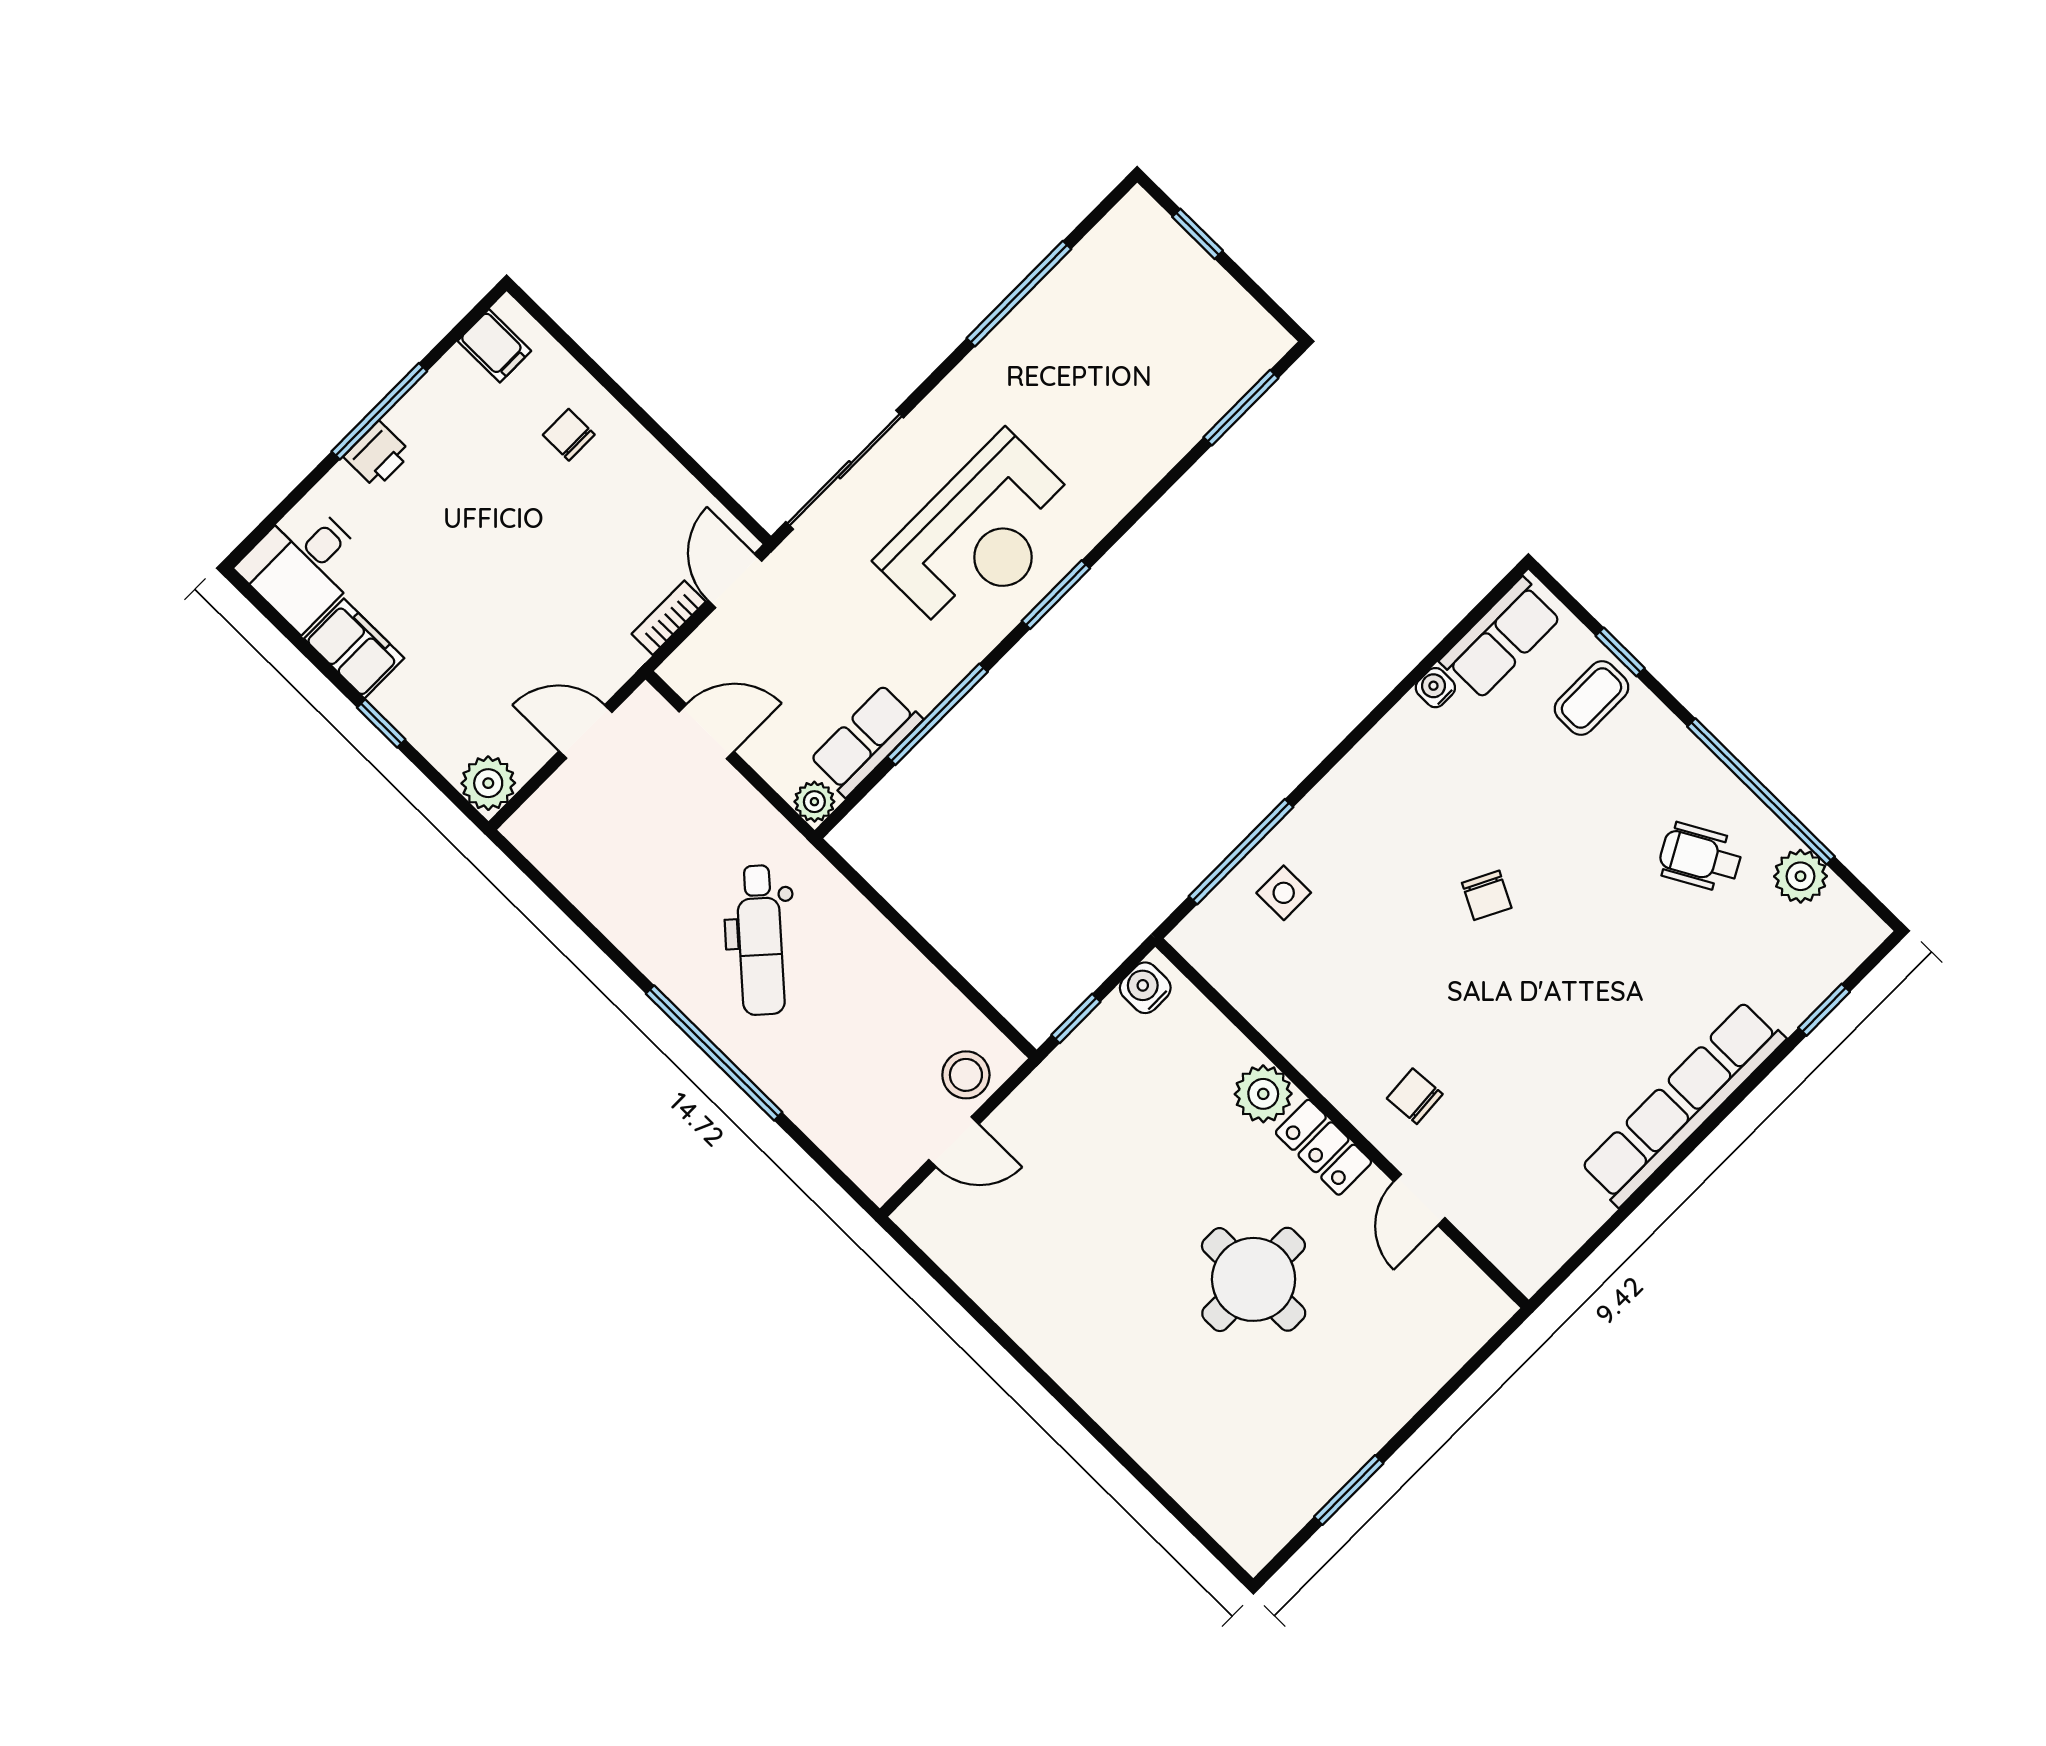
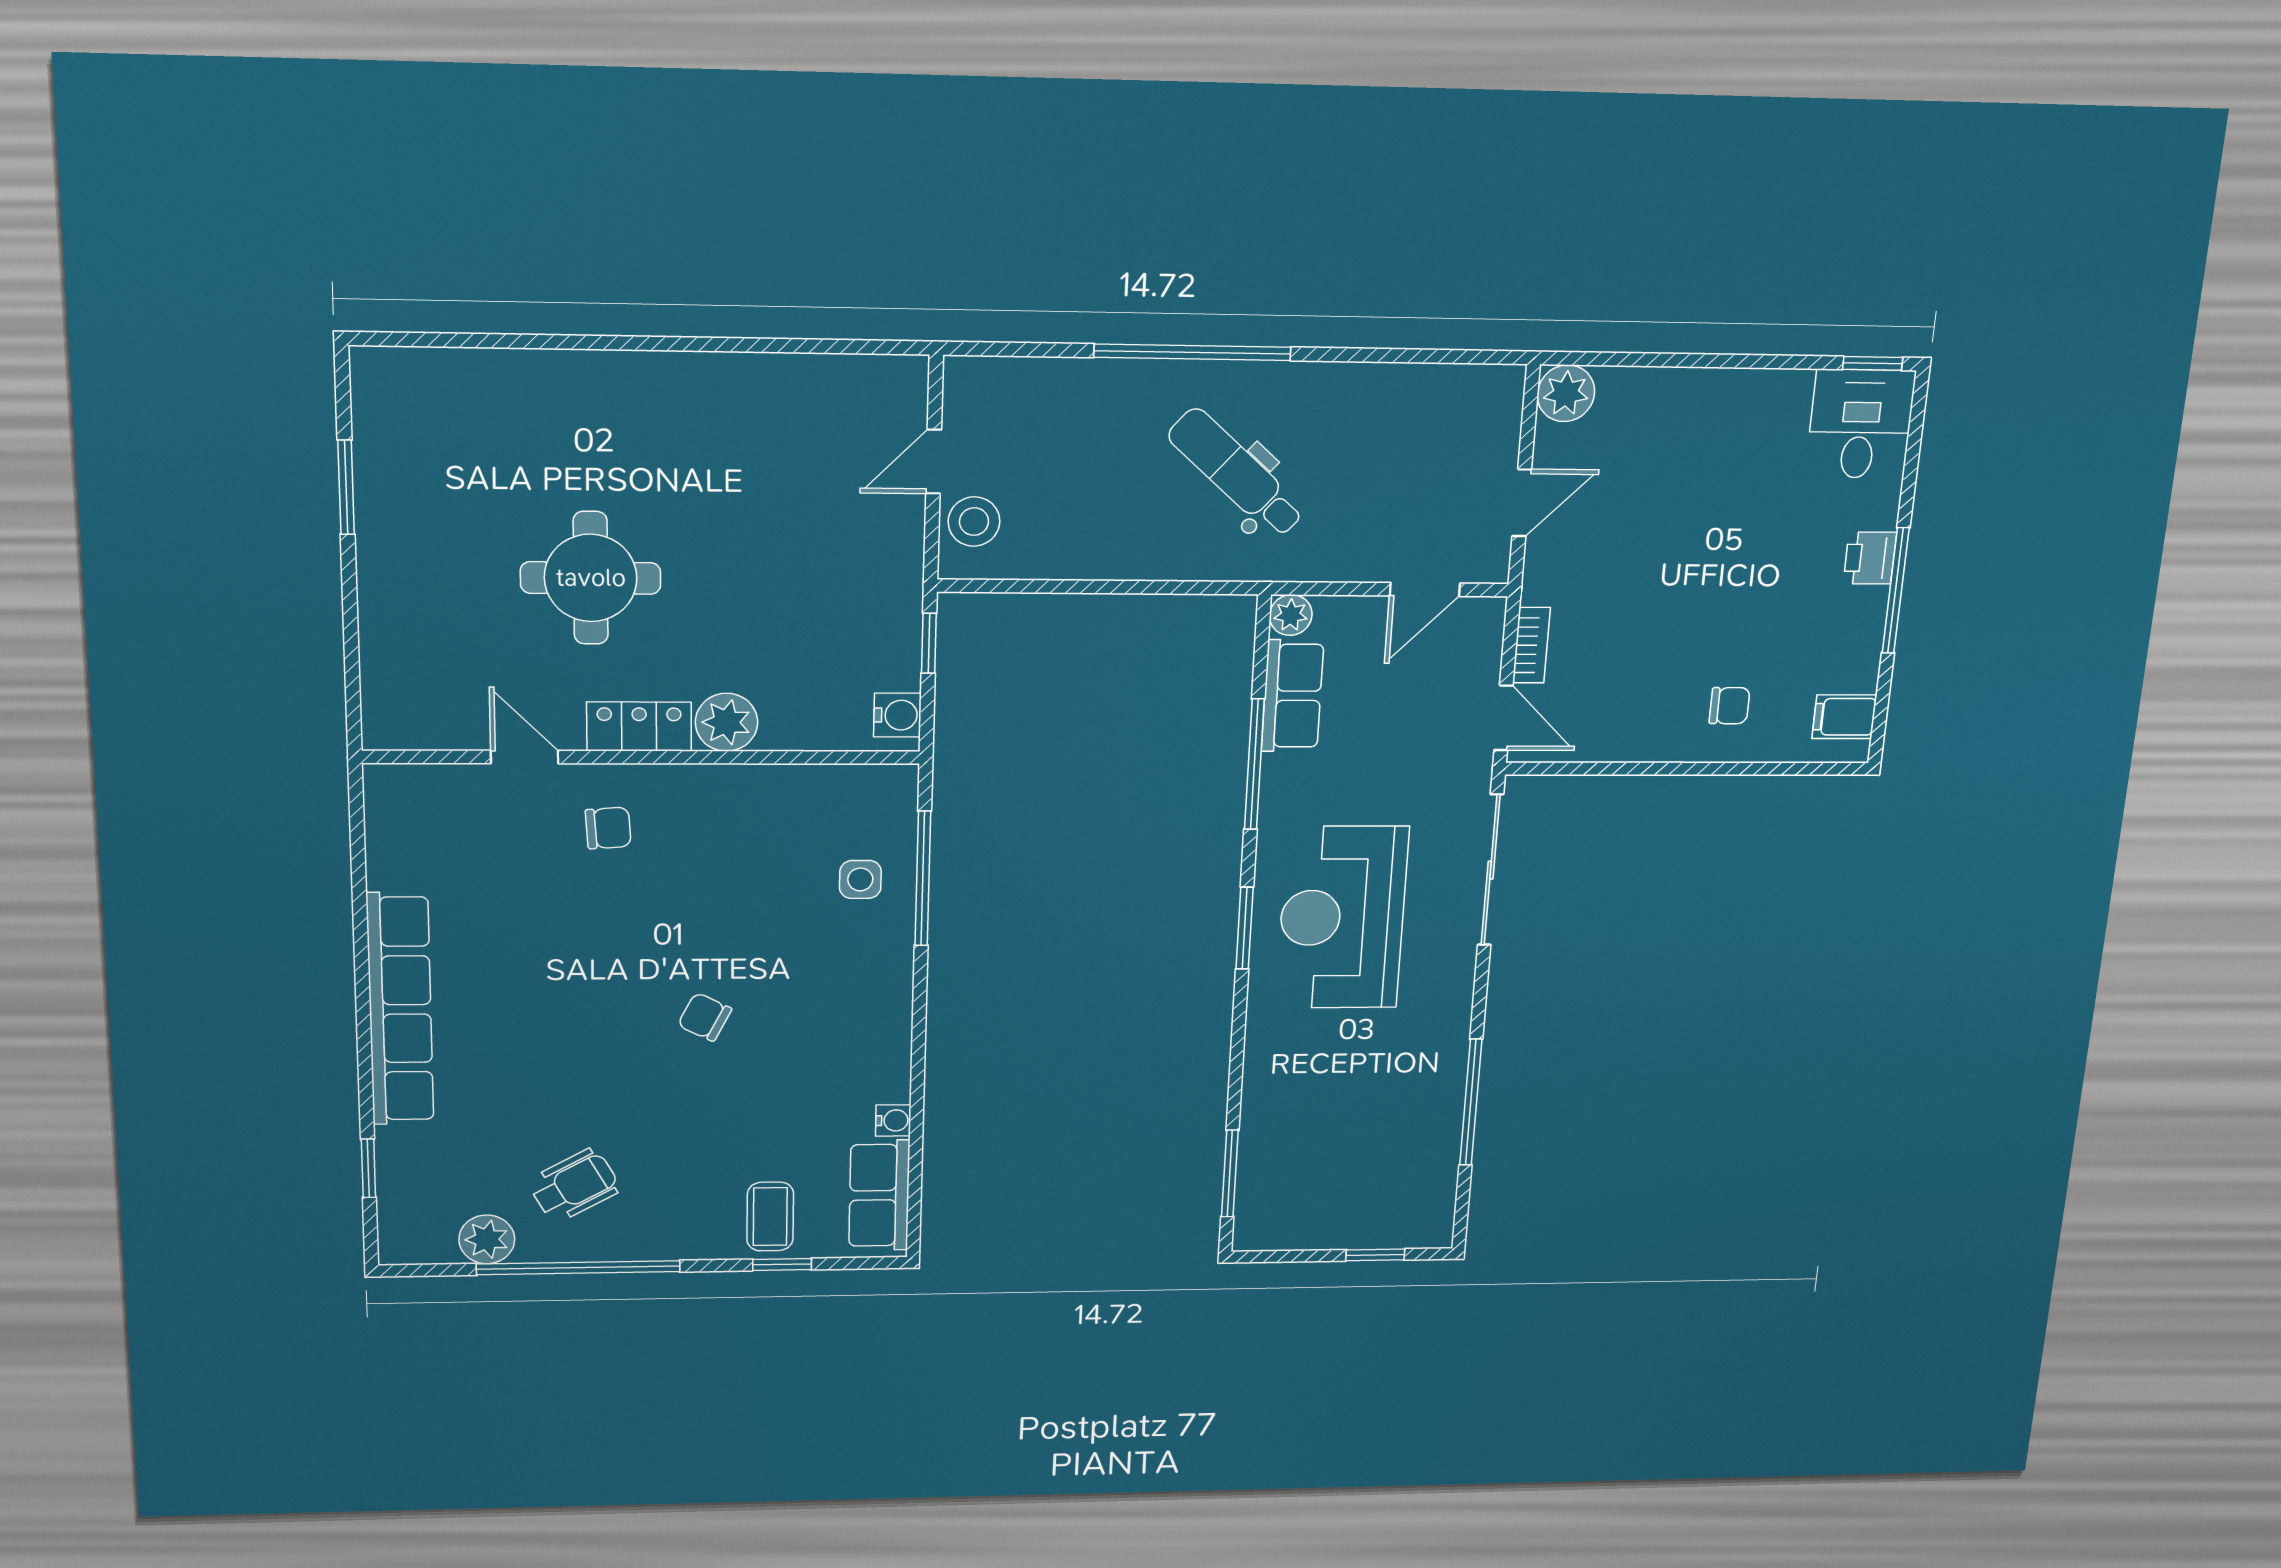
filing cabinet: (354, 648) -> (1765, 398), removed
window: (381, 723) -> (1873, 363), moved

